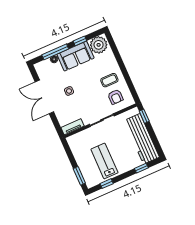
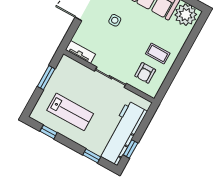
window: (144, 116) -> (131, 149), moved
lab bench: (104, 161) -> (70, 112), turned 90
window: (79, 176) -> (46, 78), moved

